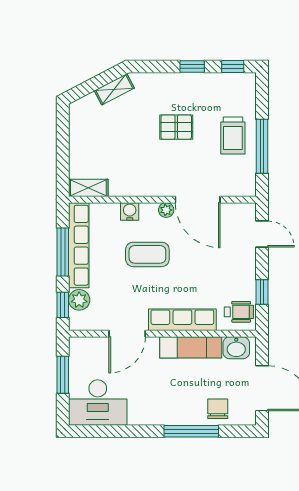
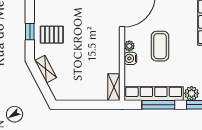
window: (192, 66) -> (30, 32), moved
pallet: (176, 127) -> (52, 35), moved, turned 90
plant: (166, 210) -> (129, 46), moved

